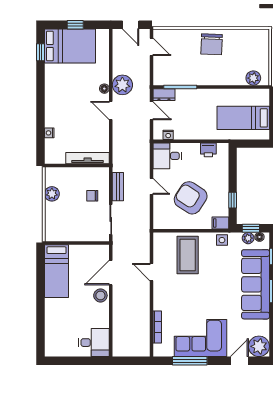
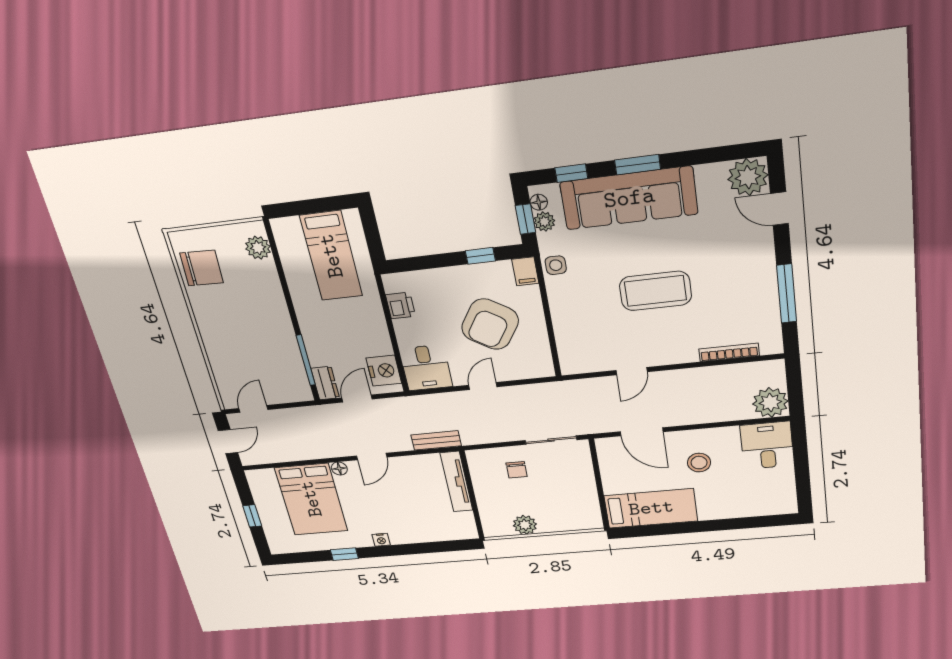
chair: (212, 44) -> (202, 268), moved
bed: (70, 46) -> (311, 499), moved, turned 180
window: (40, 52) -> (344, 554), moved
plant: (122, 85) -> (770, 402), moved
nightstand: (49, 133) -> (381, 540), moved
nightstand: (168, 135) -> (384, 371), width x1.89, depth x1.79
bench: (118, 187) -> (436, 440), moved
coffee table: (188, 255) -> (655, 291), moved
stool: (100, 295) -> (699, 463), moved
corner sofa: (200, 338) -> (742, 280), removed

